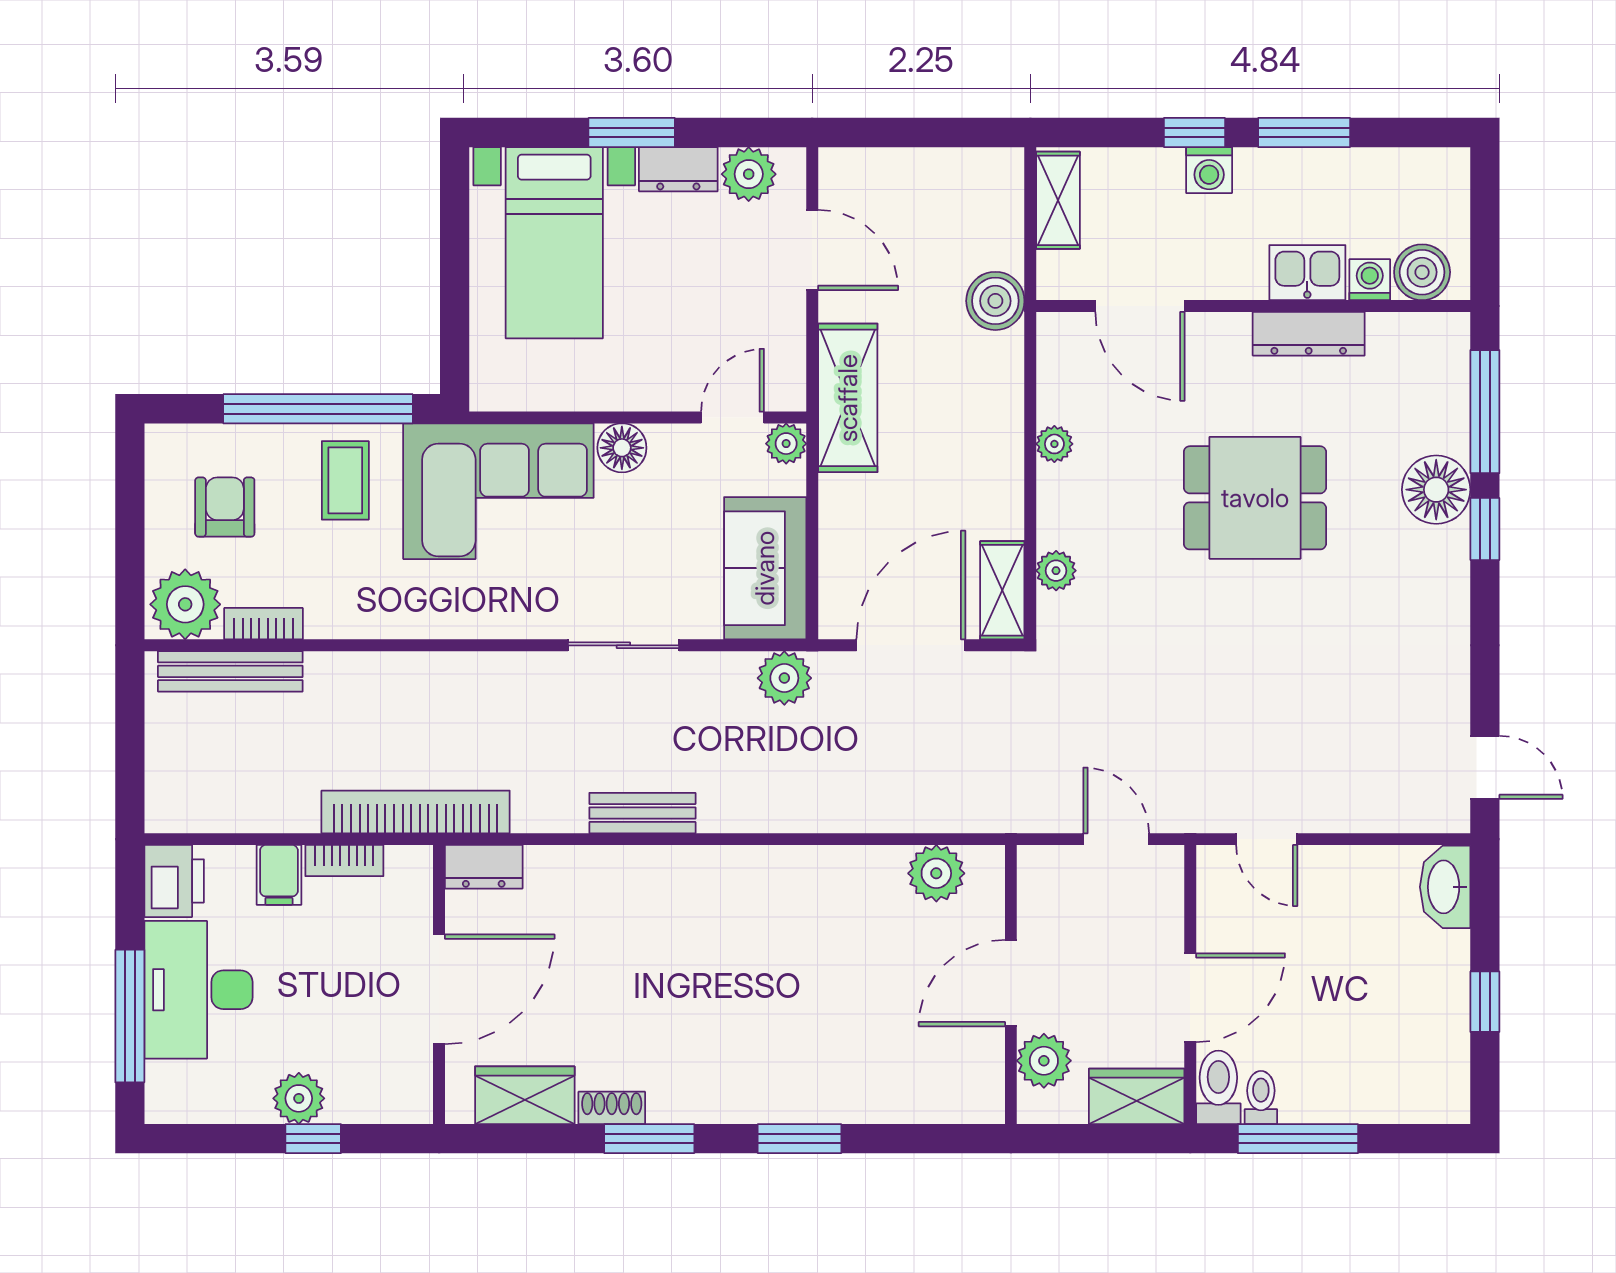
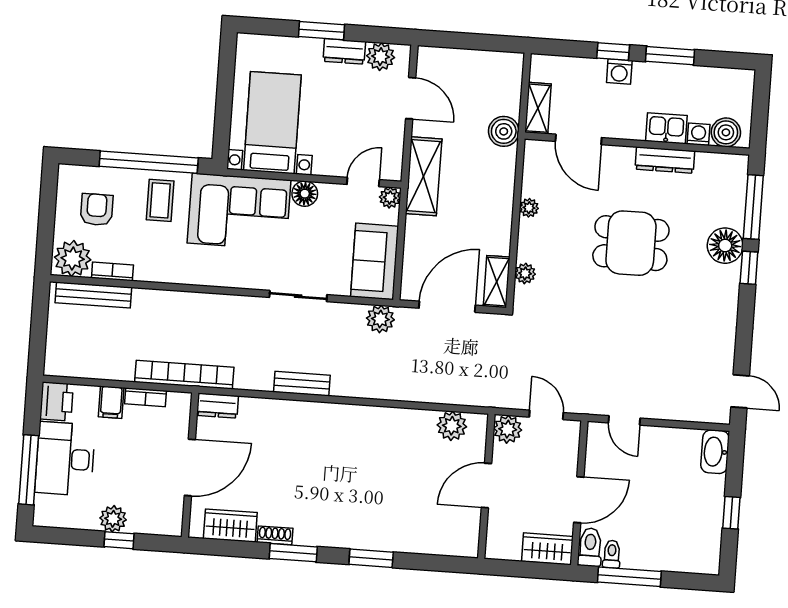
shelving: (1058, 200) -> (538, 108), moved
bed with nightstands: (554, 243) -> (272, 123), moved, turned 180
plant: (1044, 1061) -> (508, 429), moved

